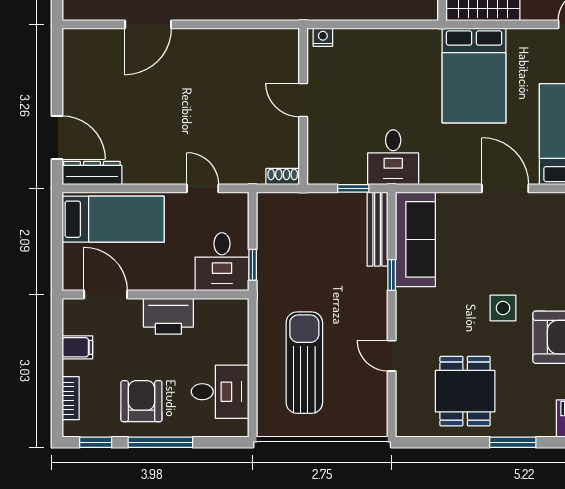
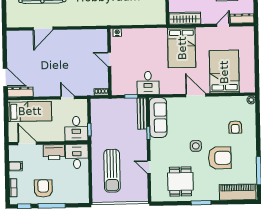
sun lounger: (304, 363) -> (112, 171), turned 180
desk: (220, 392) -> (77, 156), moved, turned -90

